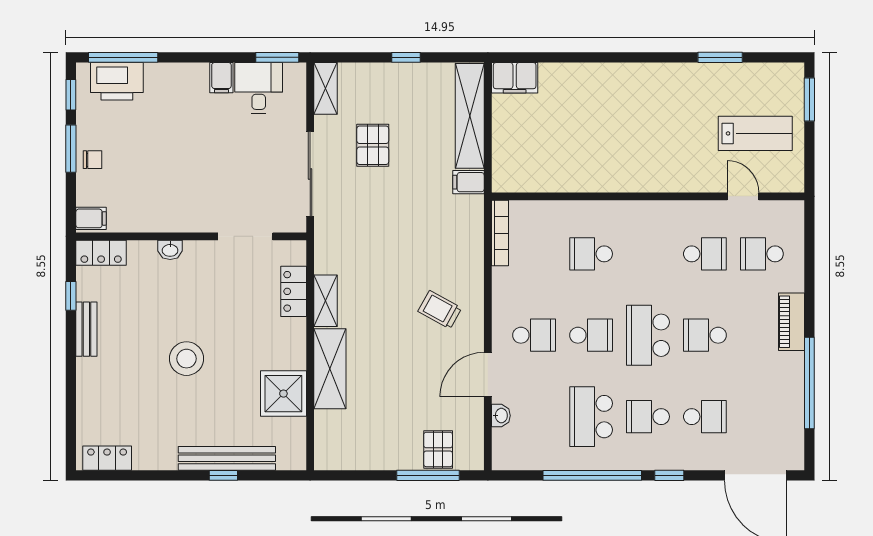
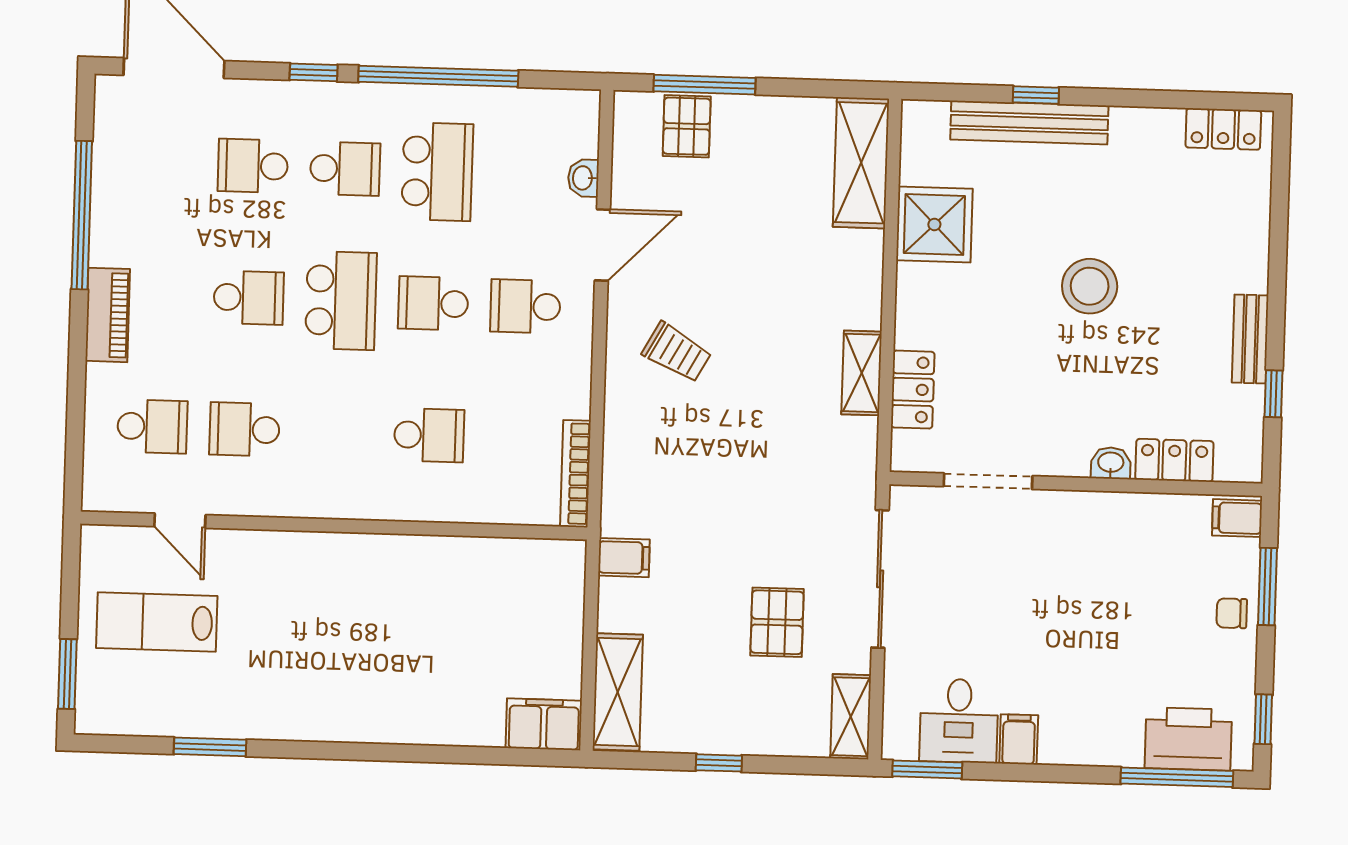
shelving: (470, 116) -> (618, 692), width x0.68
window: (71, 149) -> (1267, 586), moved
locker: (101, 253) -> (1174, 460), moved
shelving: (330, 369) -> (861, 163), moved

